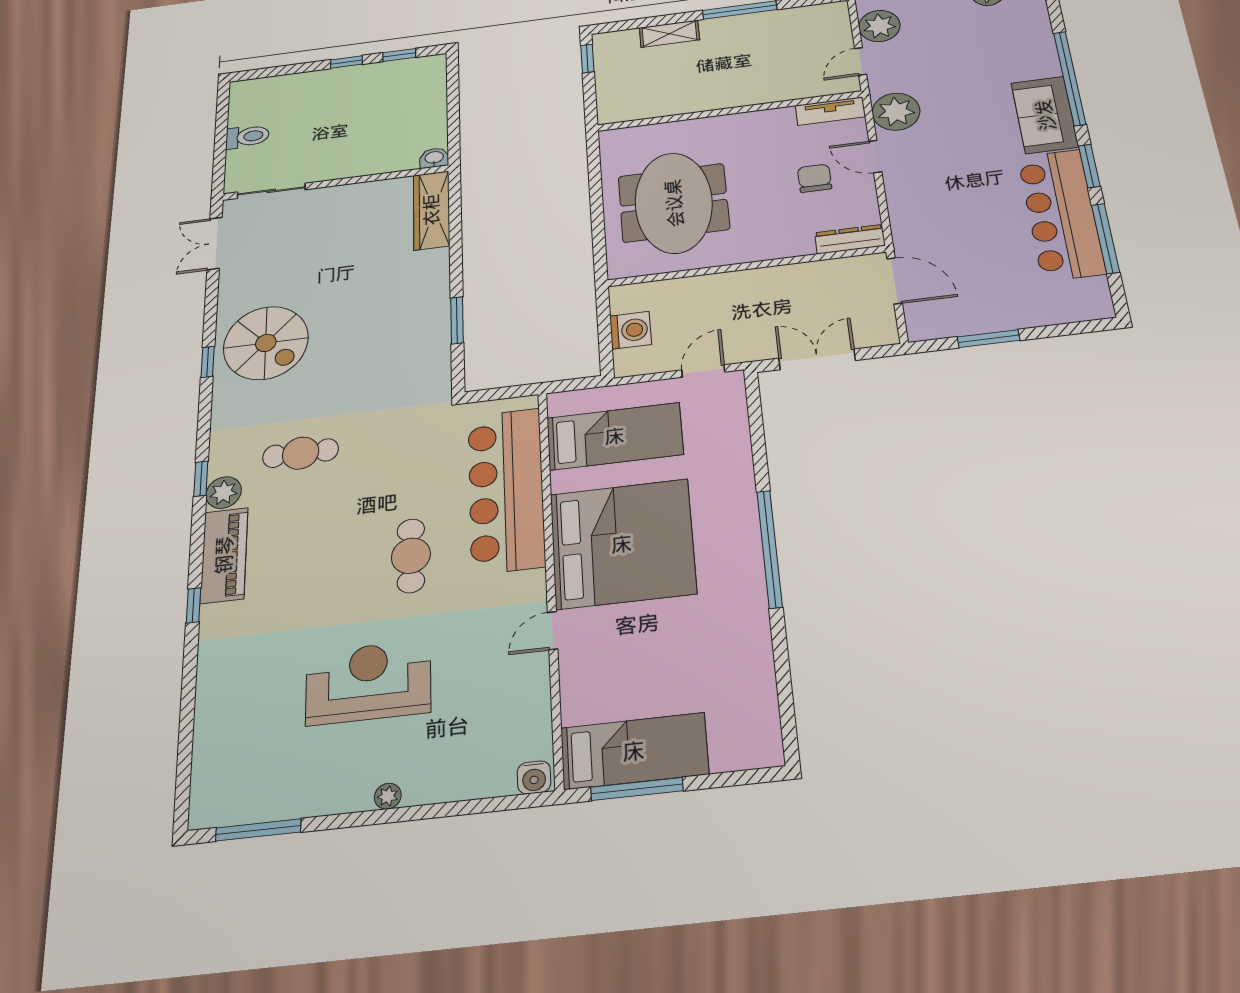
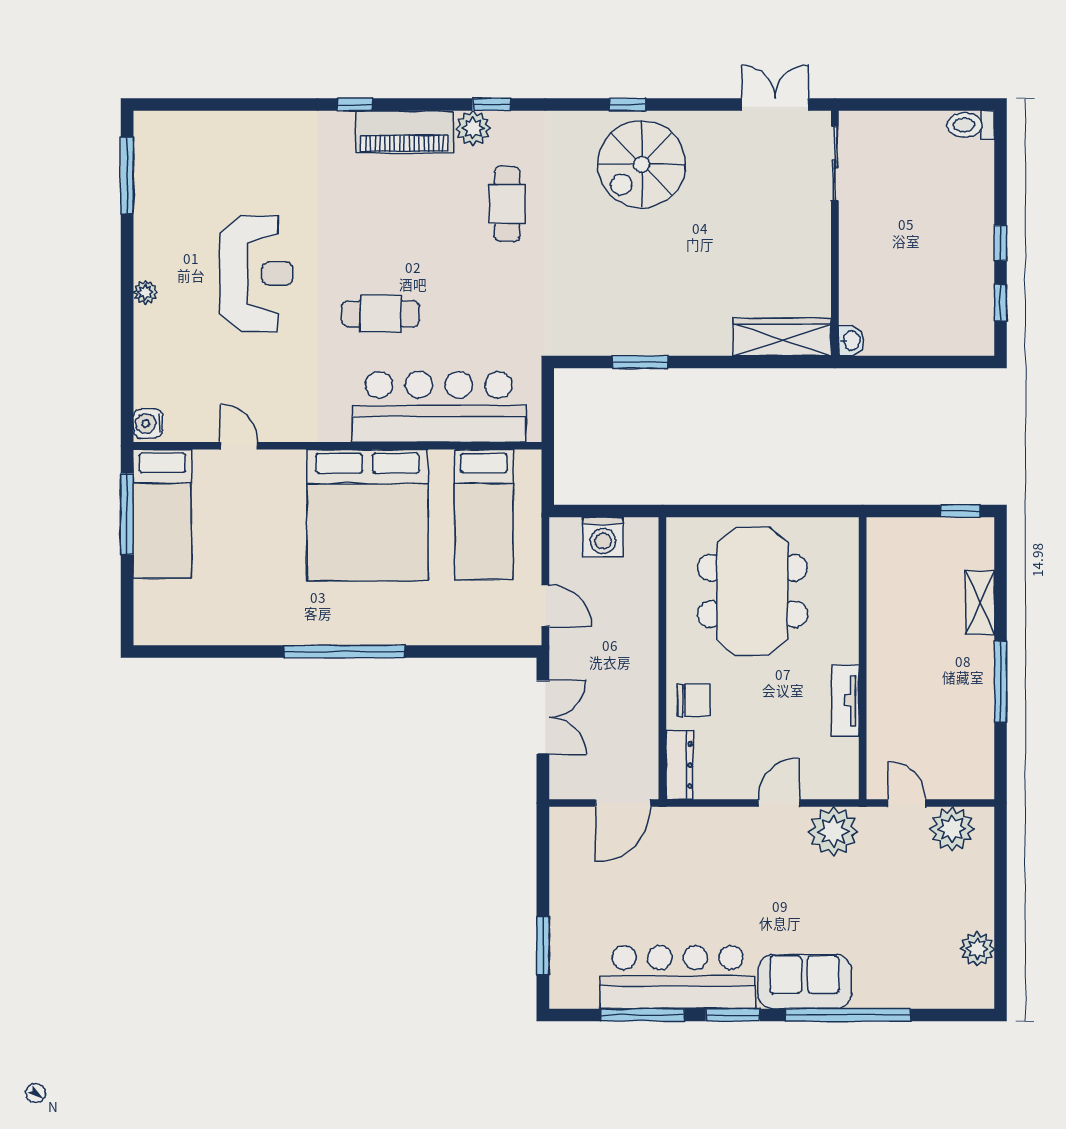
tv unit: (830, 111) -> (845, 701), moved
toilet: (247, 137) -> (971, 125), moved, turned 90
chair: (815, 178) -> (694, 700), moved
meeting table: (674, 203) -> (752, 591), turned 90
window: (989, 339) -> (543, 946), moved
door: (553, 631) -> (239, 446), moved

